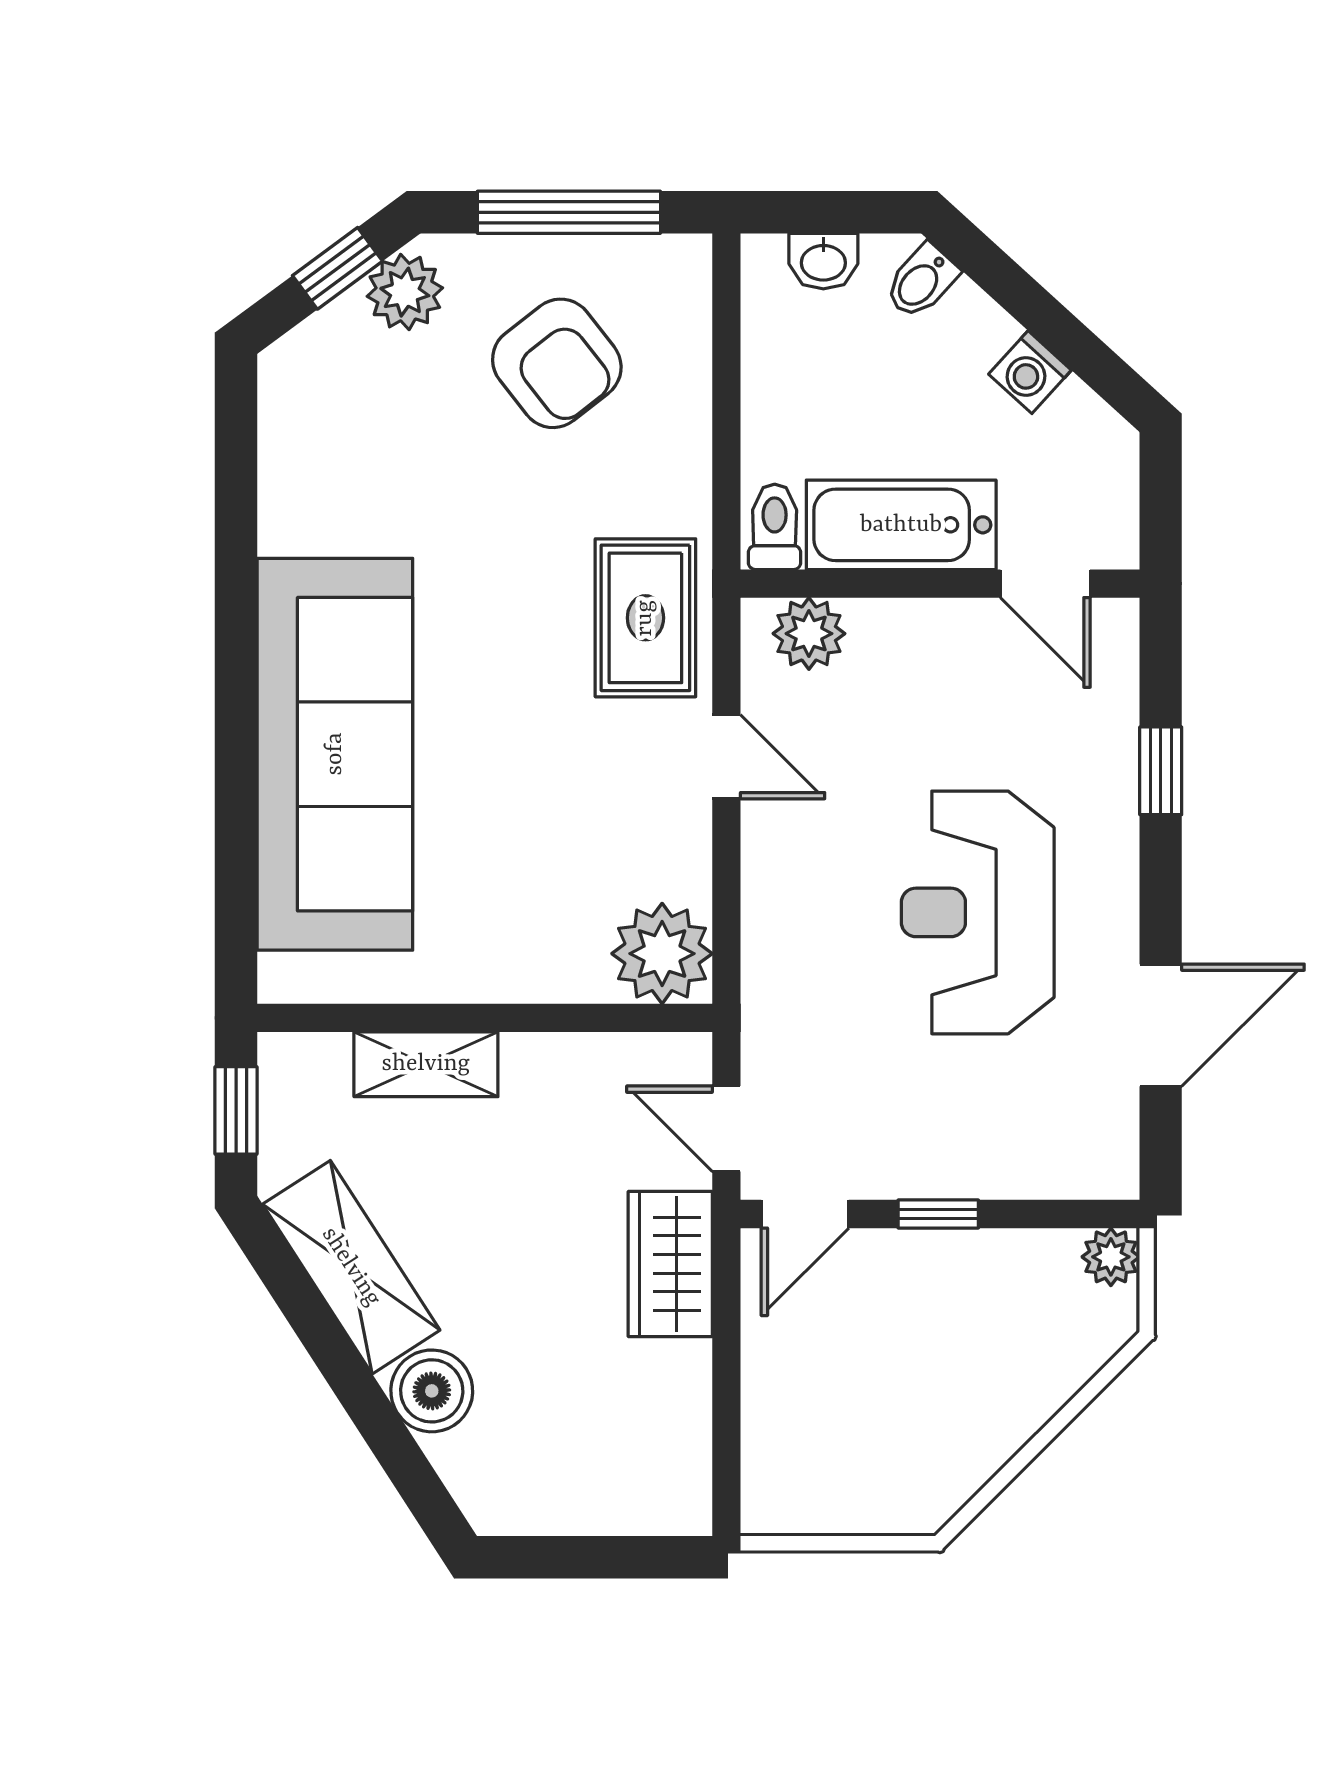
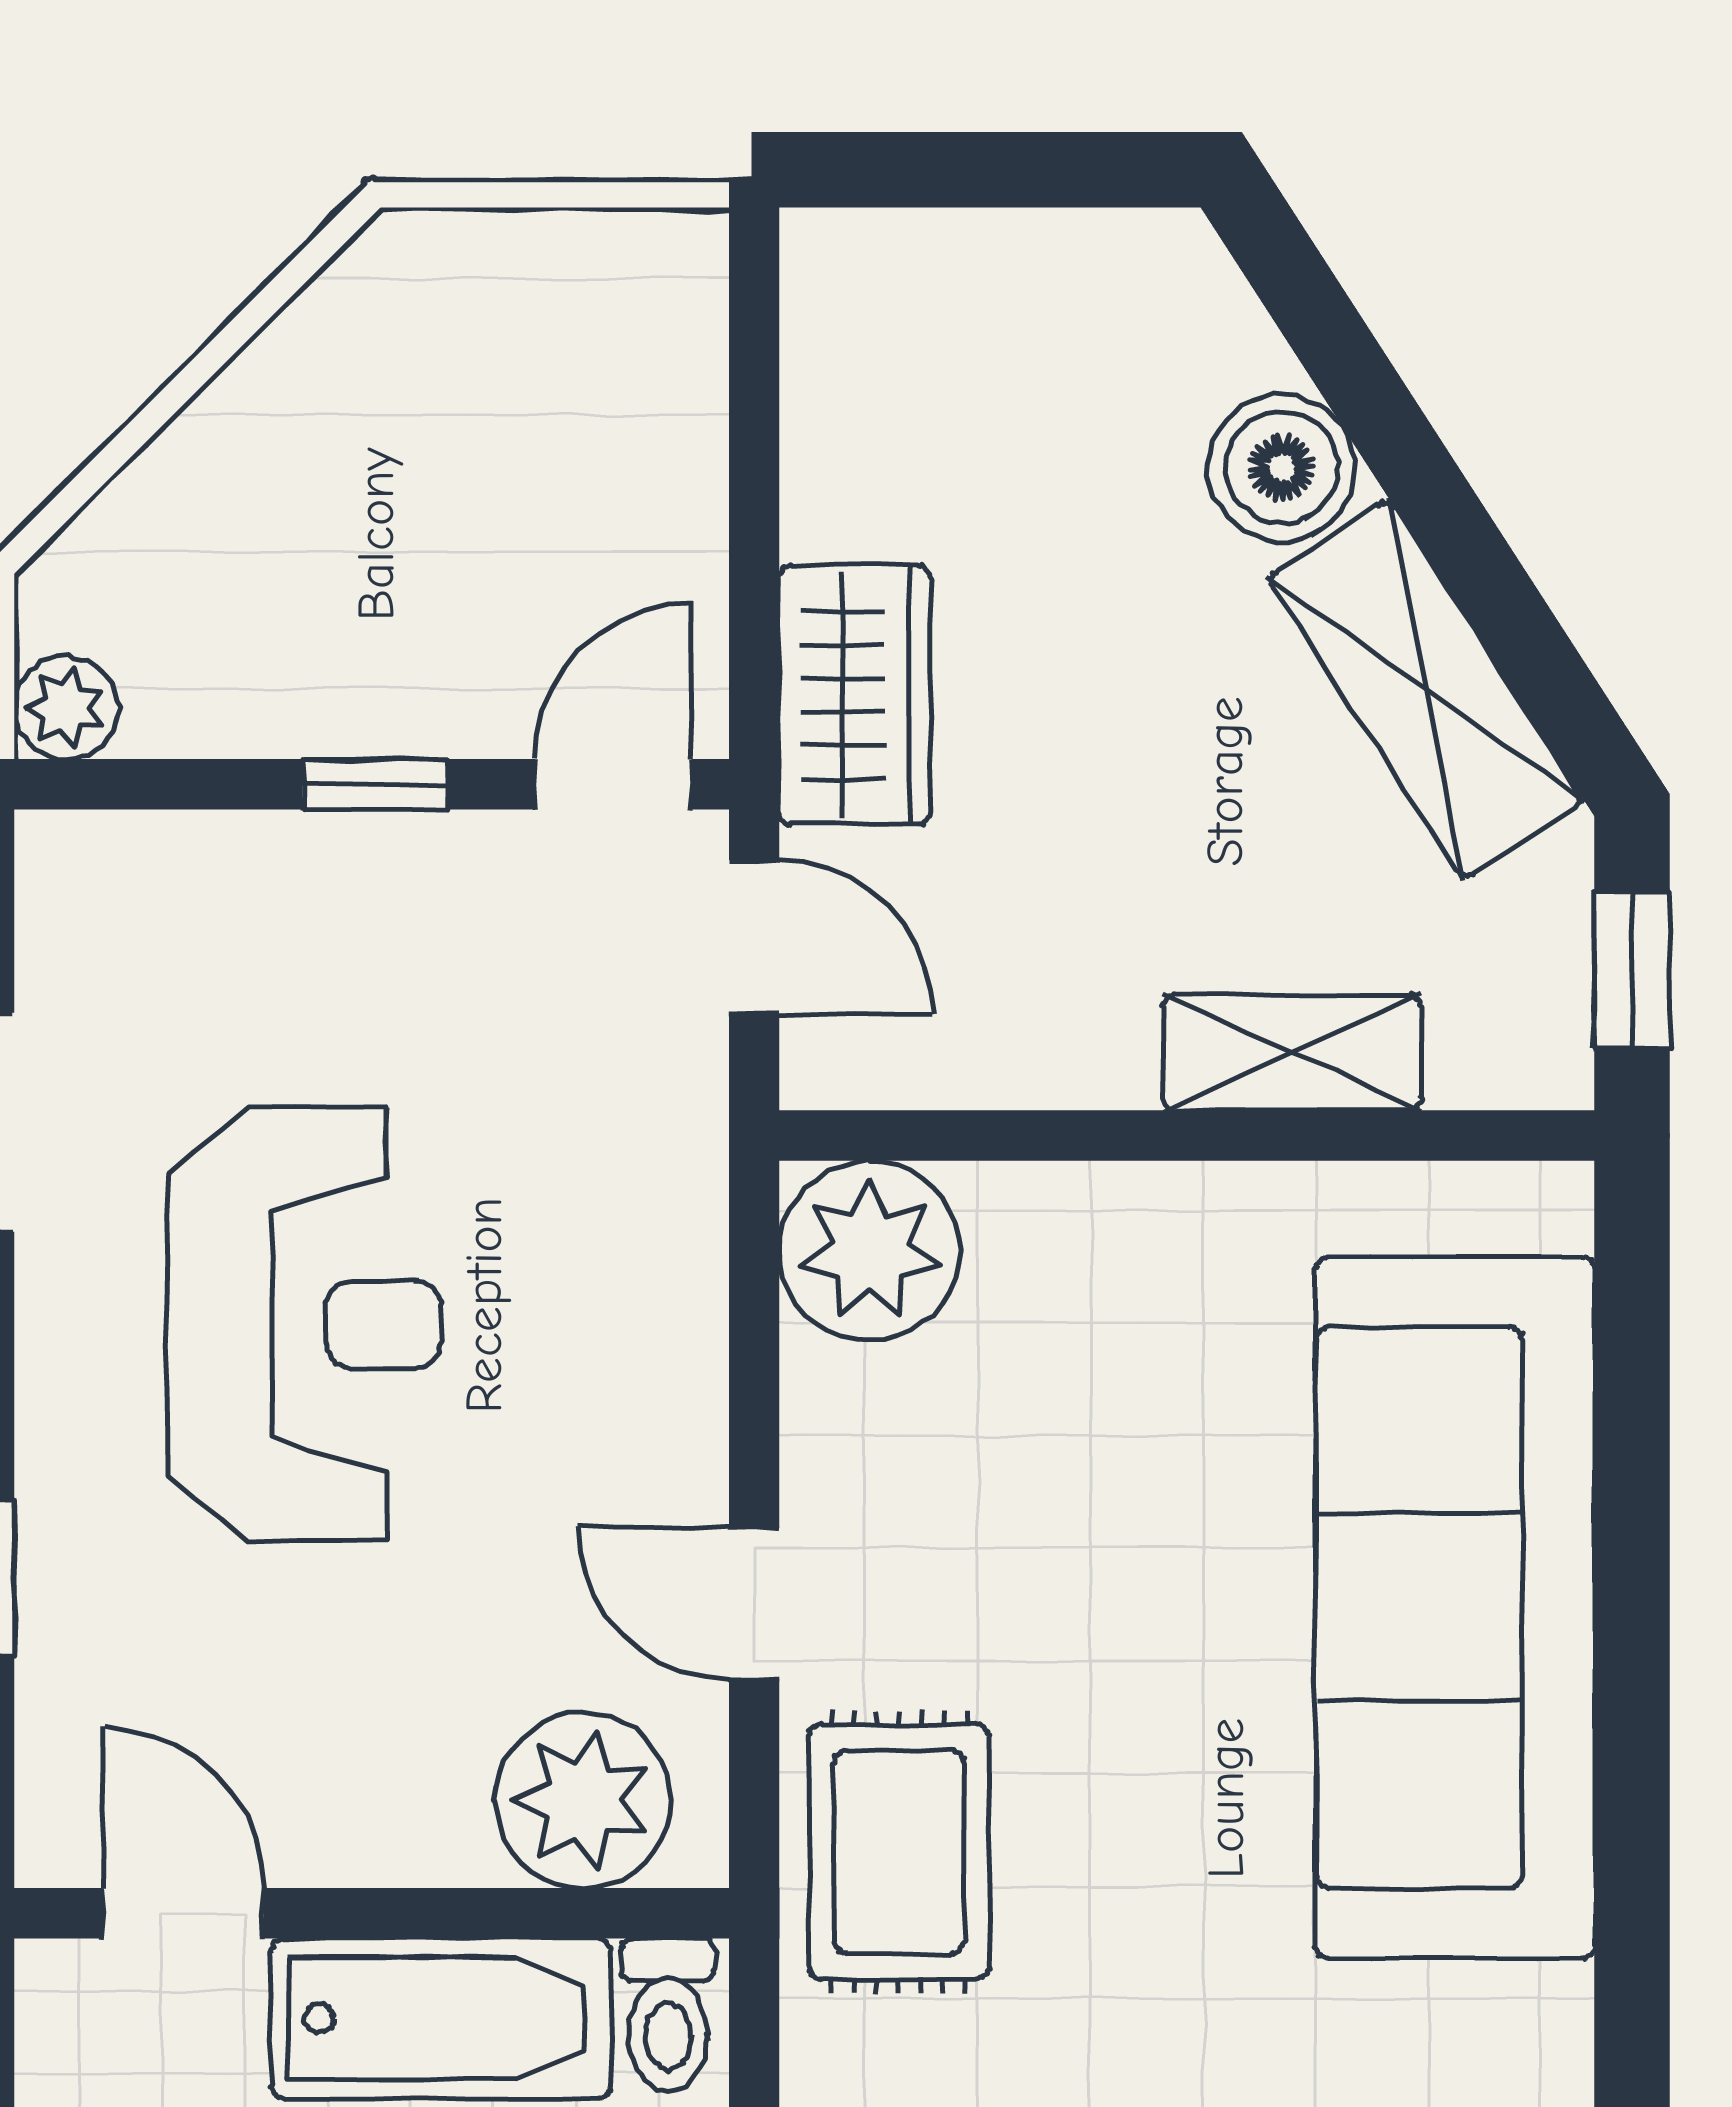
plant: (809, 634) -> (583, 1800), width x1.36, depth x1.36

